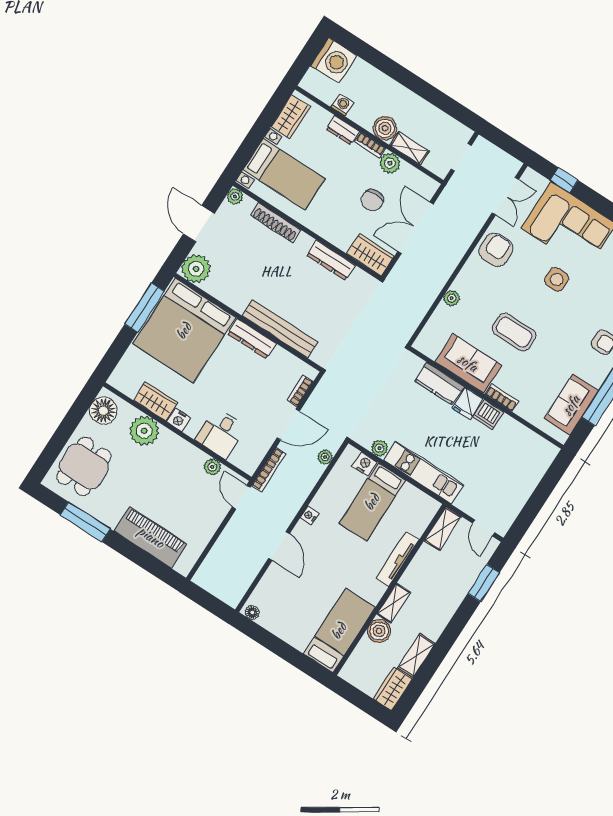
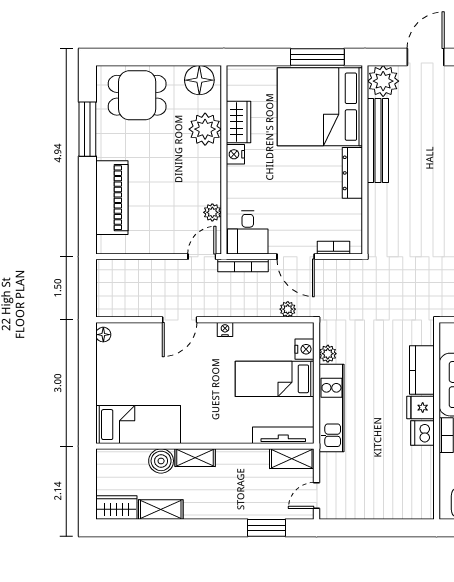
bench: (280, 329) -> (378, 141), moved
desk: (221, 433) -> (248, 232), moved, turned -90
tv unit: (398, 559) -> (283, 435), moved

